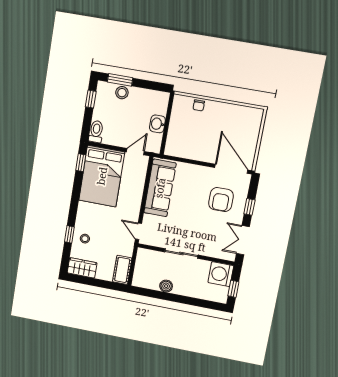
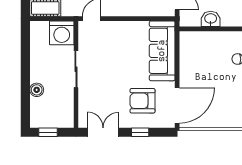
sofa: (160, 188) -> (162, 51), moved, turned 90
washing machine: (221, 274) -> (62, 33), moved, turned 180
boiler: (166, 286) -> (37, 90), moved

